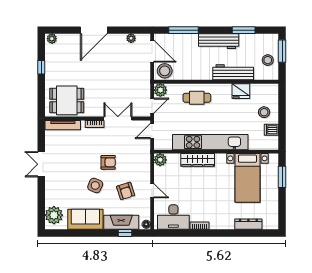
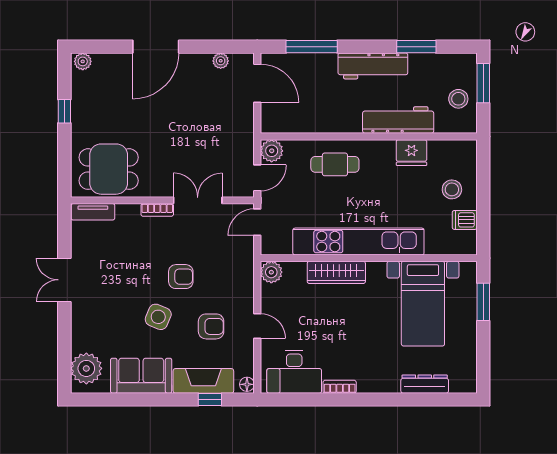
stool: (165, 71) -> (279, 117), removed
tv unit: (63, 125) -> (93, 212), width x0.71
armchair: (126, 191) -> (211, 326), turned -72

